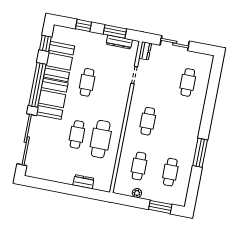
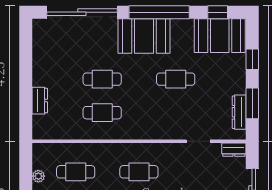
booth: (59, 61) -> (220, 36), moved
cafe table: (101, 139) -> (102, 113), width x0.73, depth x0.74

